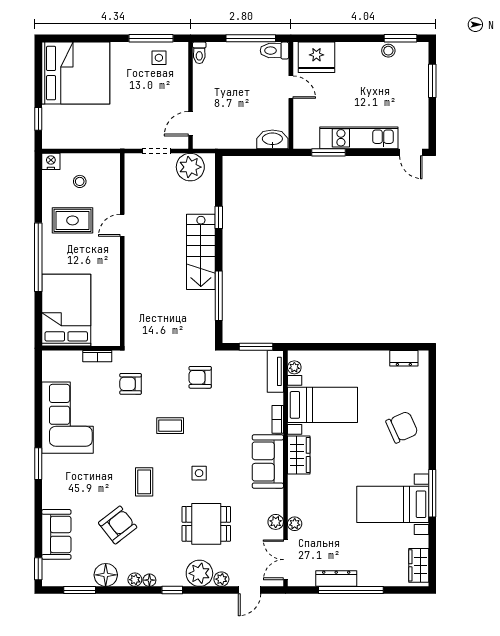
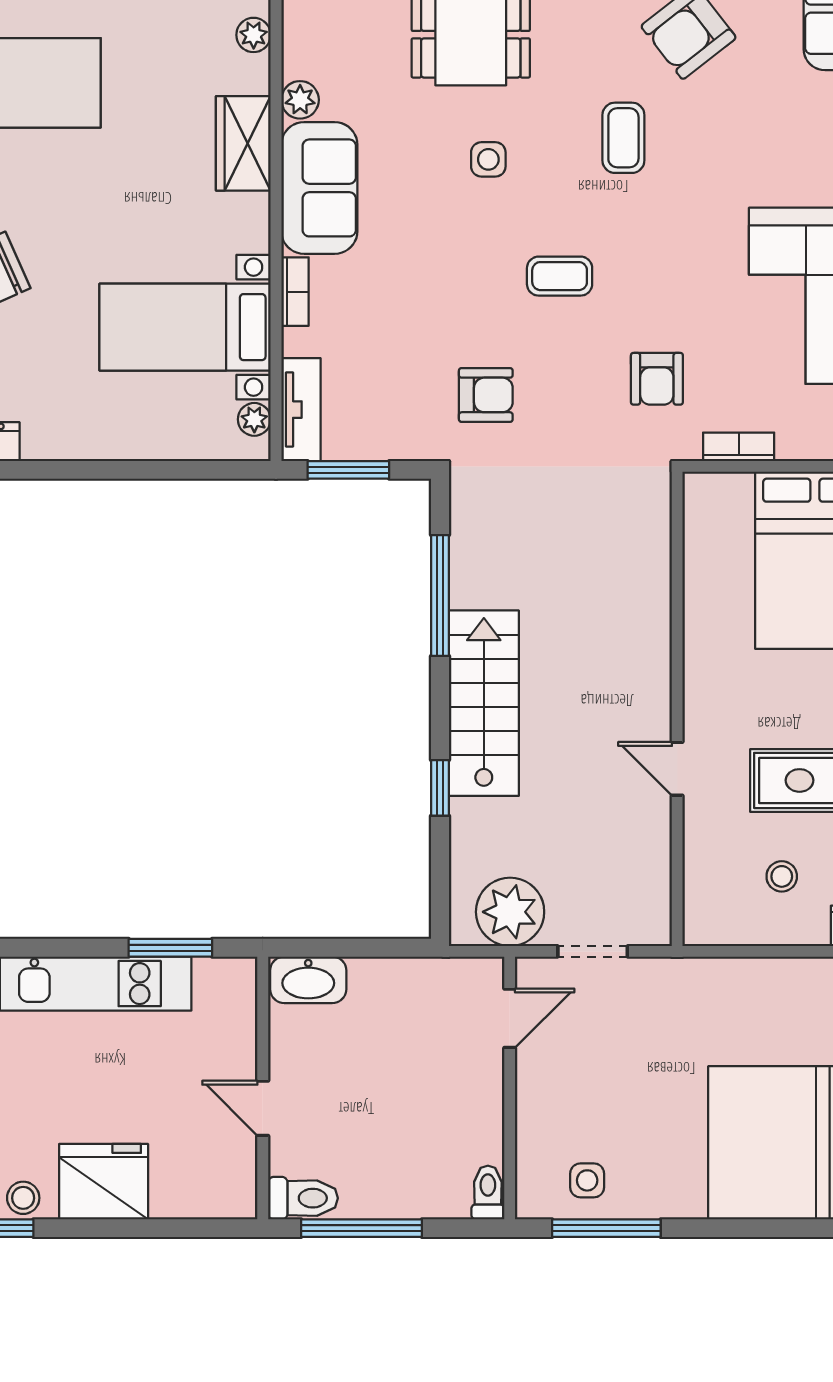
fridge: (316, 57) -> (104, 1182), moved
door: (122, 225) -> (677, 769), swing flipped
armchair: (131, 384) -> (657, 379), turned 90
wardrobe: (299, 455) -> (243, 143), moved
plant: (276, 522) -> (300, 100), moved

